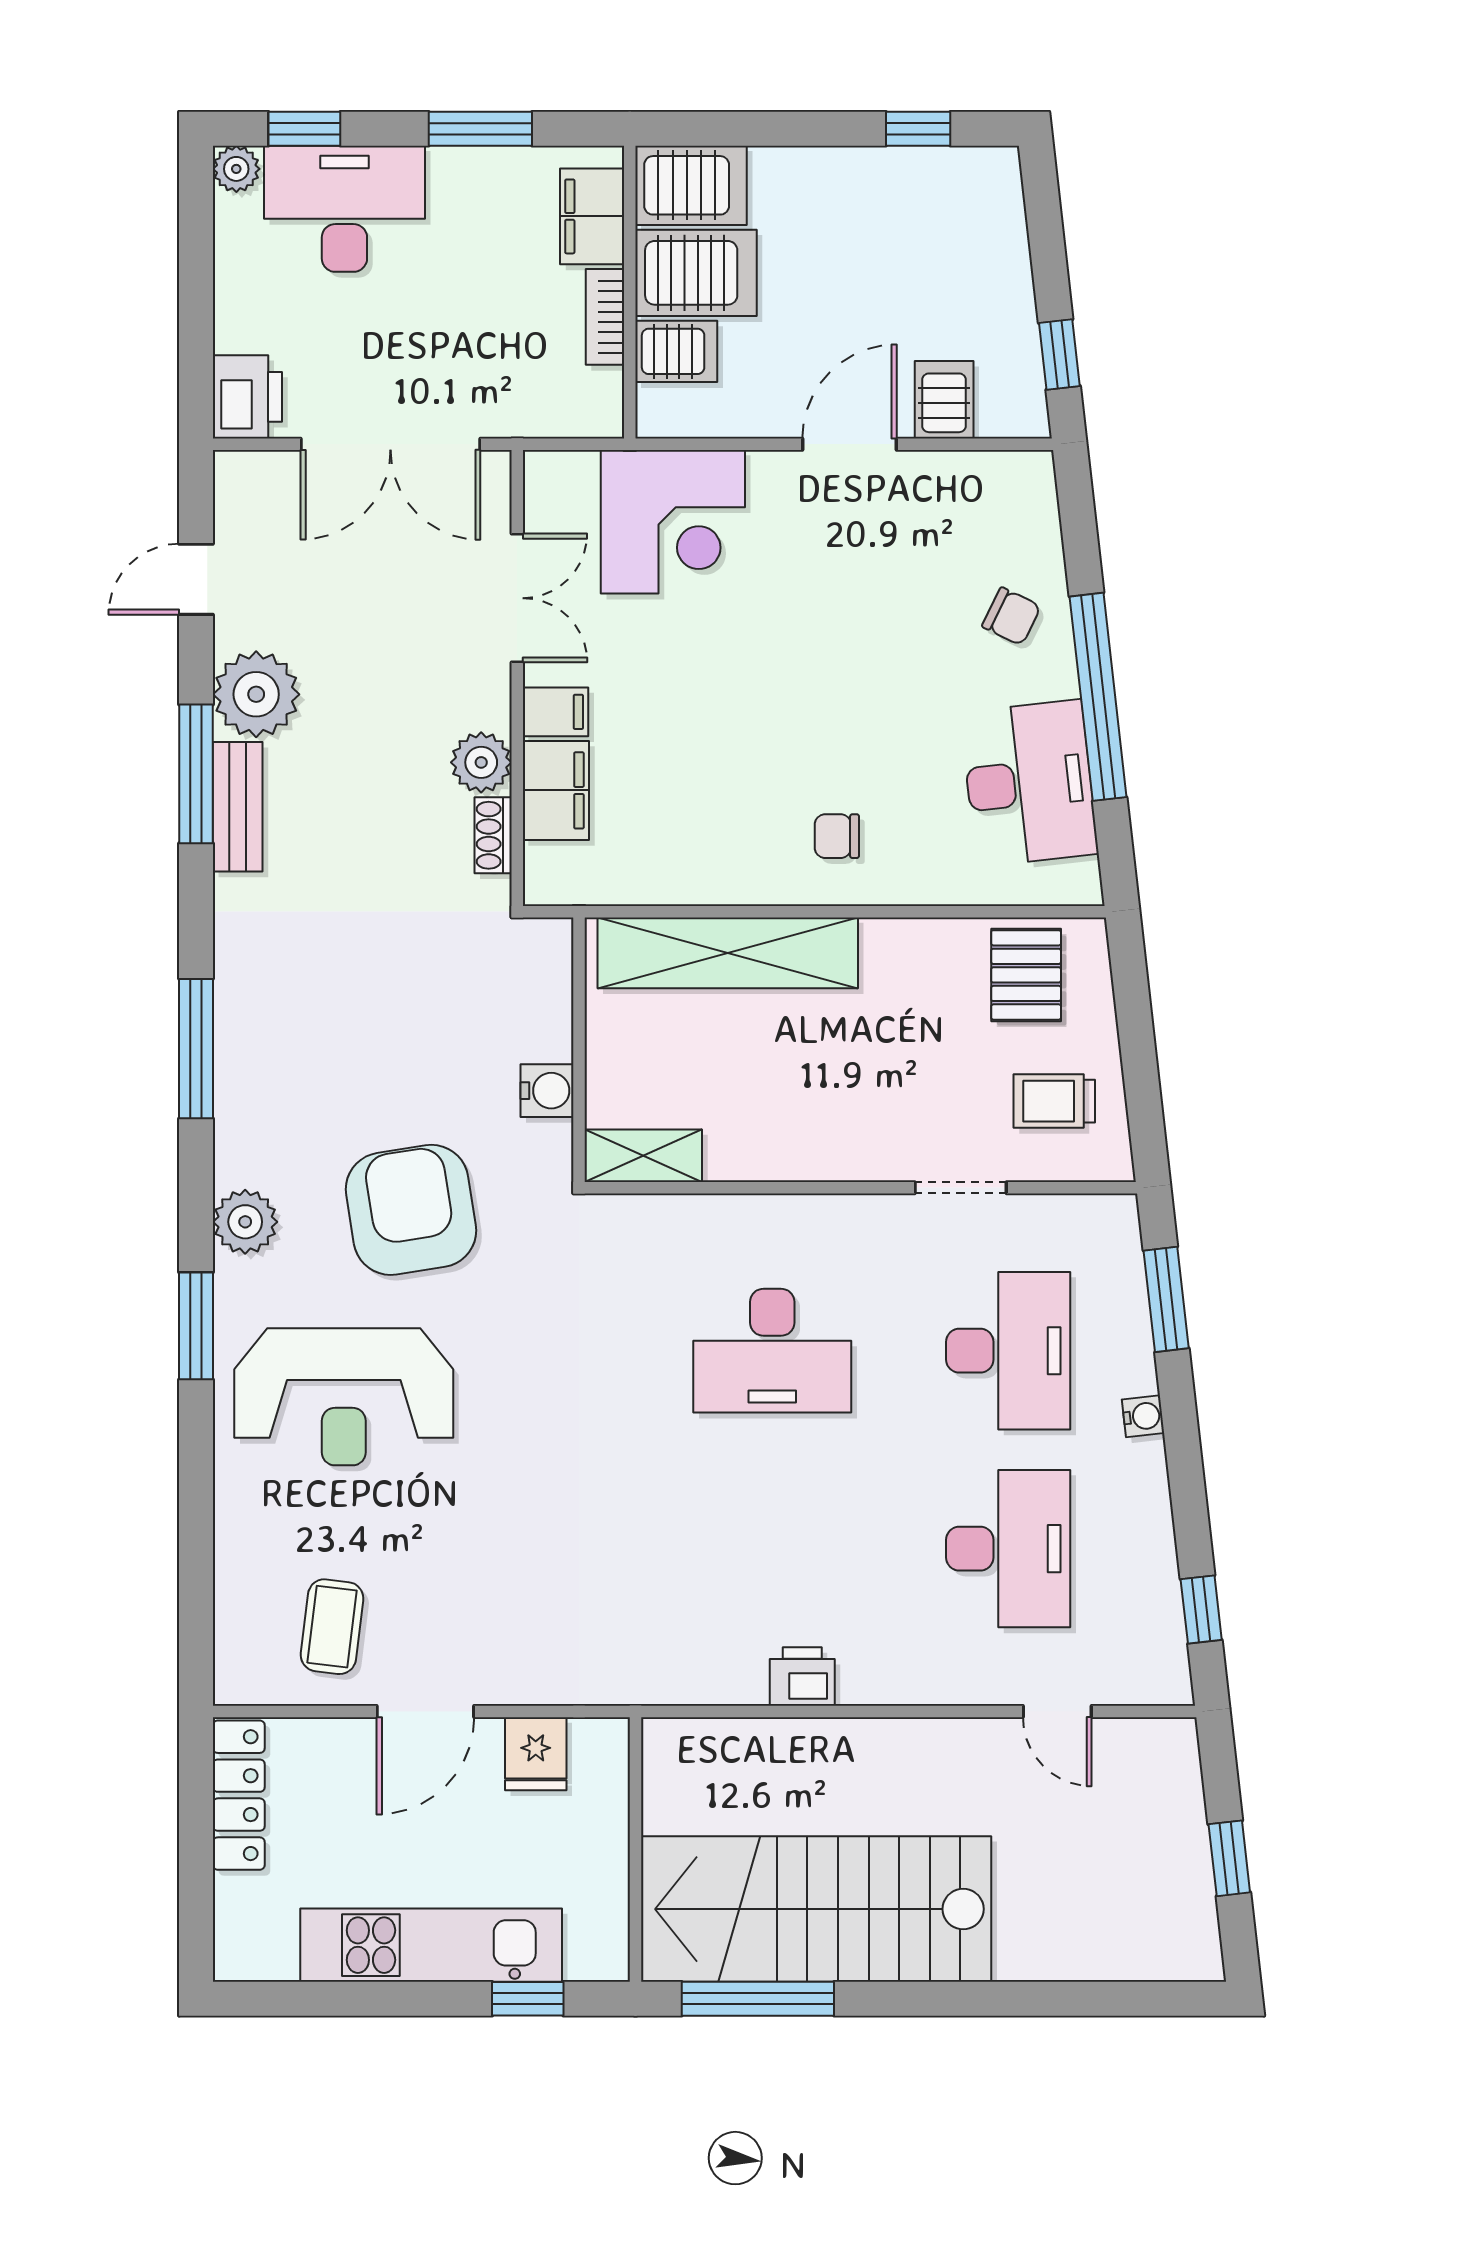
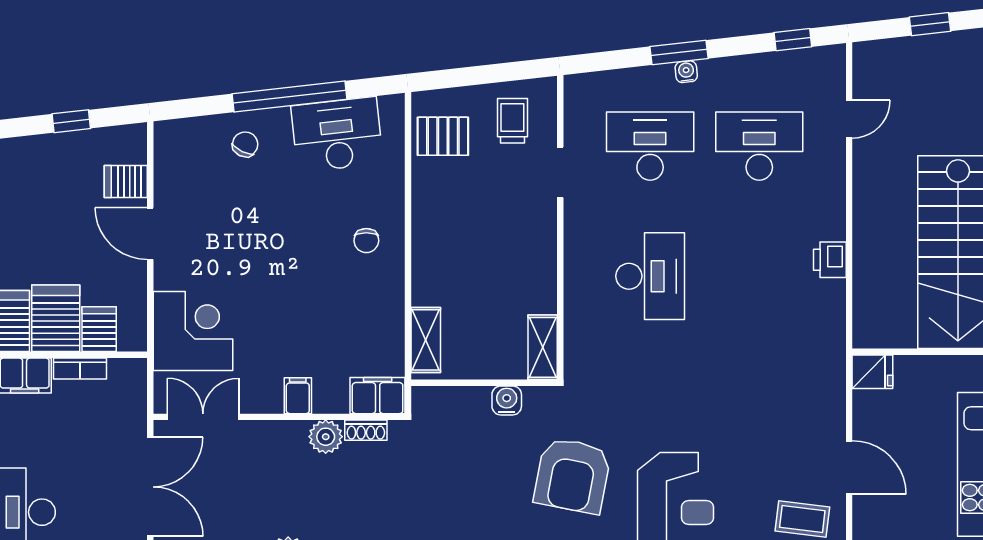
window: (1059, 354) -> (71, 121), moved
double door: (517, 598) -> (203, 417), moved
filing cabinet: (556, 790) -> (378, 396), moved
shelving: (728, 953) -> (426, 340), width x0.45, depth x0.75
trolley: (1054, 1101) -> (512, 121), turned 180
armchair: (411, 1210) -> (572, 475), turned -70
window: (1166, 1299) -> (679, 53), moved
fridge: (536, 1754) -> (872, 372), moved

